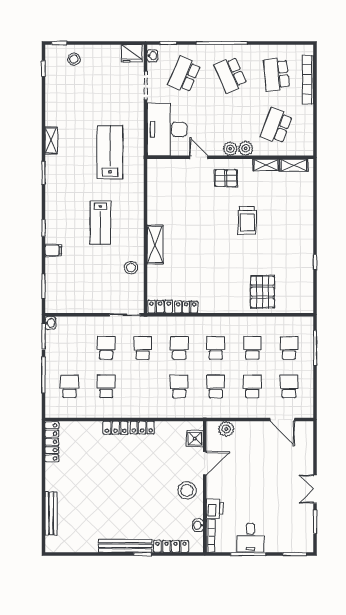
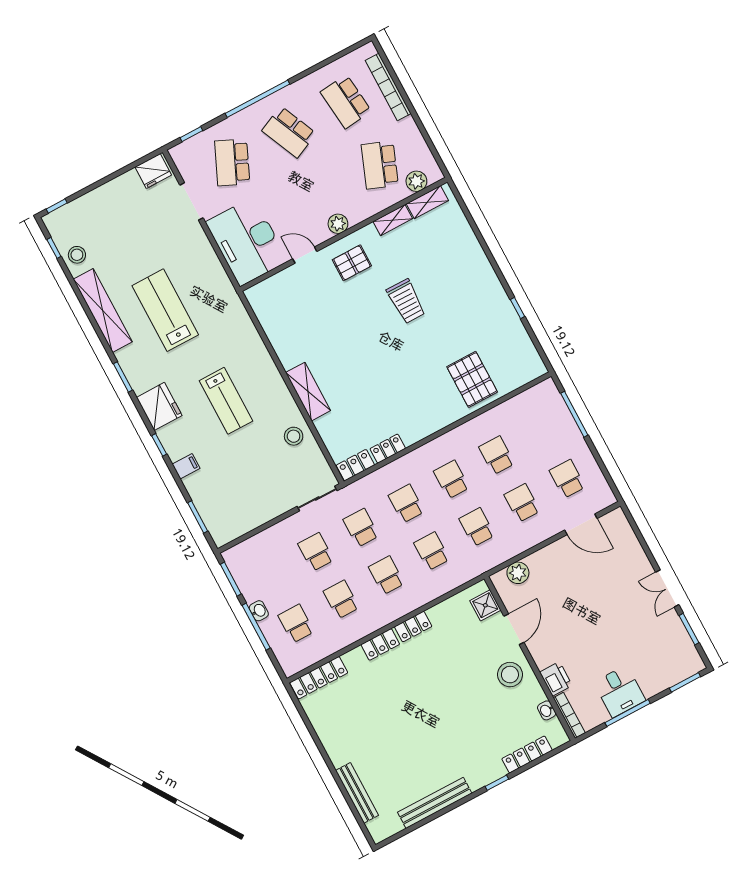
washbasin: (152, 56) -> (180, 160), removed
stool: (74, 59) -> (77, 255), moved
shelving: (51, 140) -> (103, 310), width x2.20, depth x1.33
plant: (246, 148) -> (416, 181), moved
lab bench: (110, 152) -> (165, 310), moved
fridge: (56, 204) -> (159, 406), added
washbasin: (50, 323) -> (259, 611), moved
school desk: (289, 348) -> (386, 575), moved
locker: (52, 442) -> (319, 678), moved, turned 90
bench: (125, 546) -> (435, 803), moved

